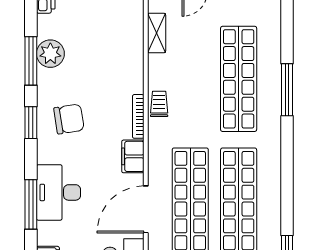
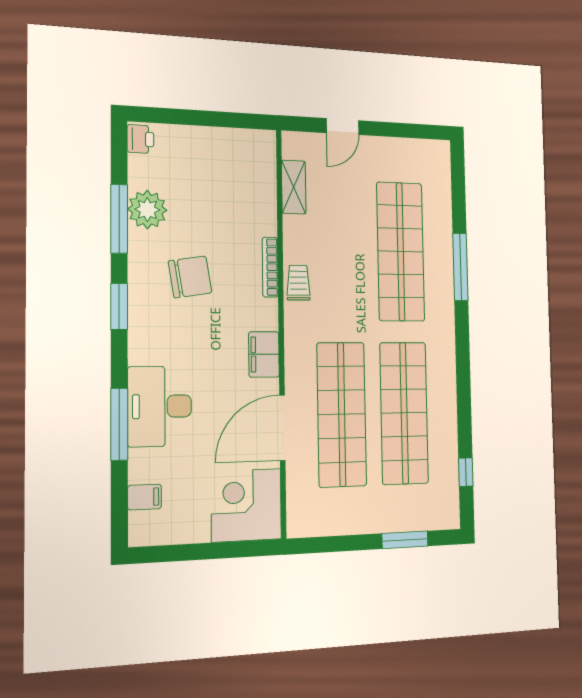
bookcase: (138, 116) -> (270, 267), moved
chair: (69, 119) -> (190, 277), moved

